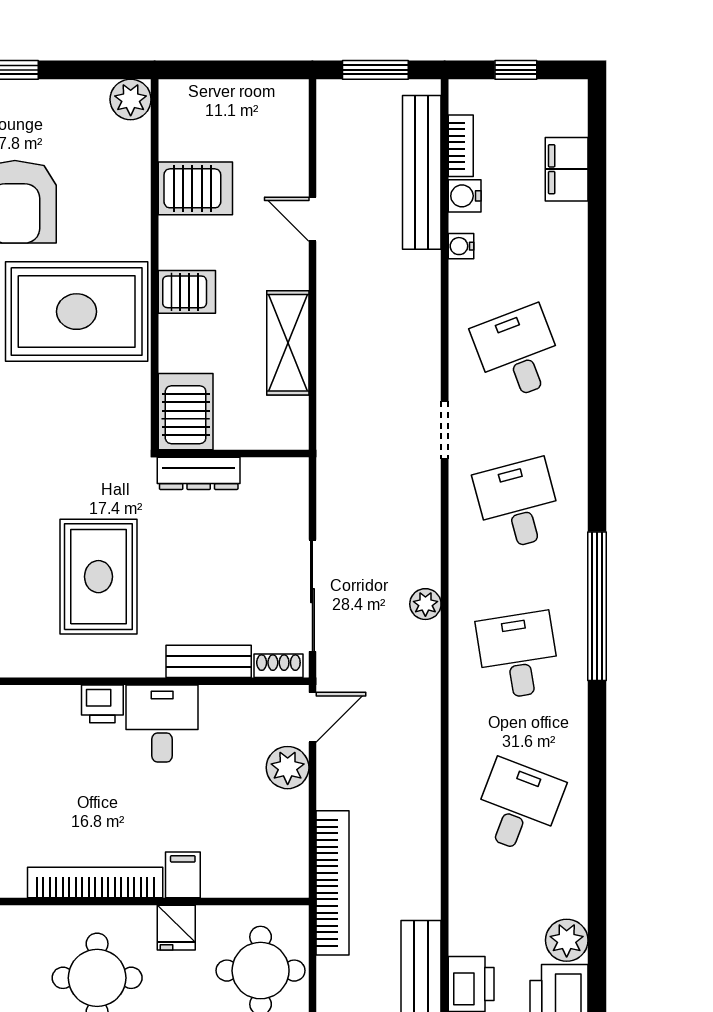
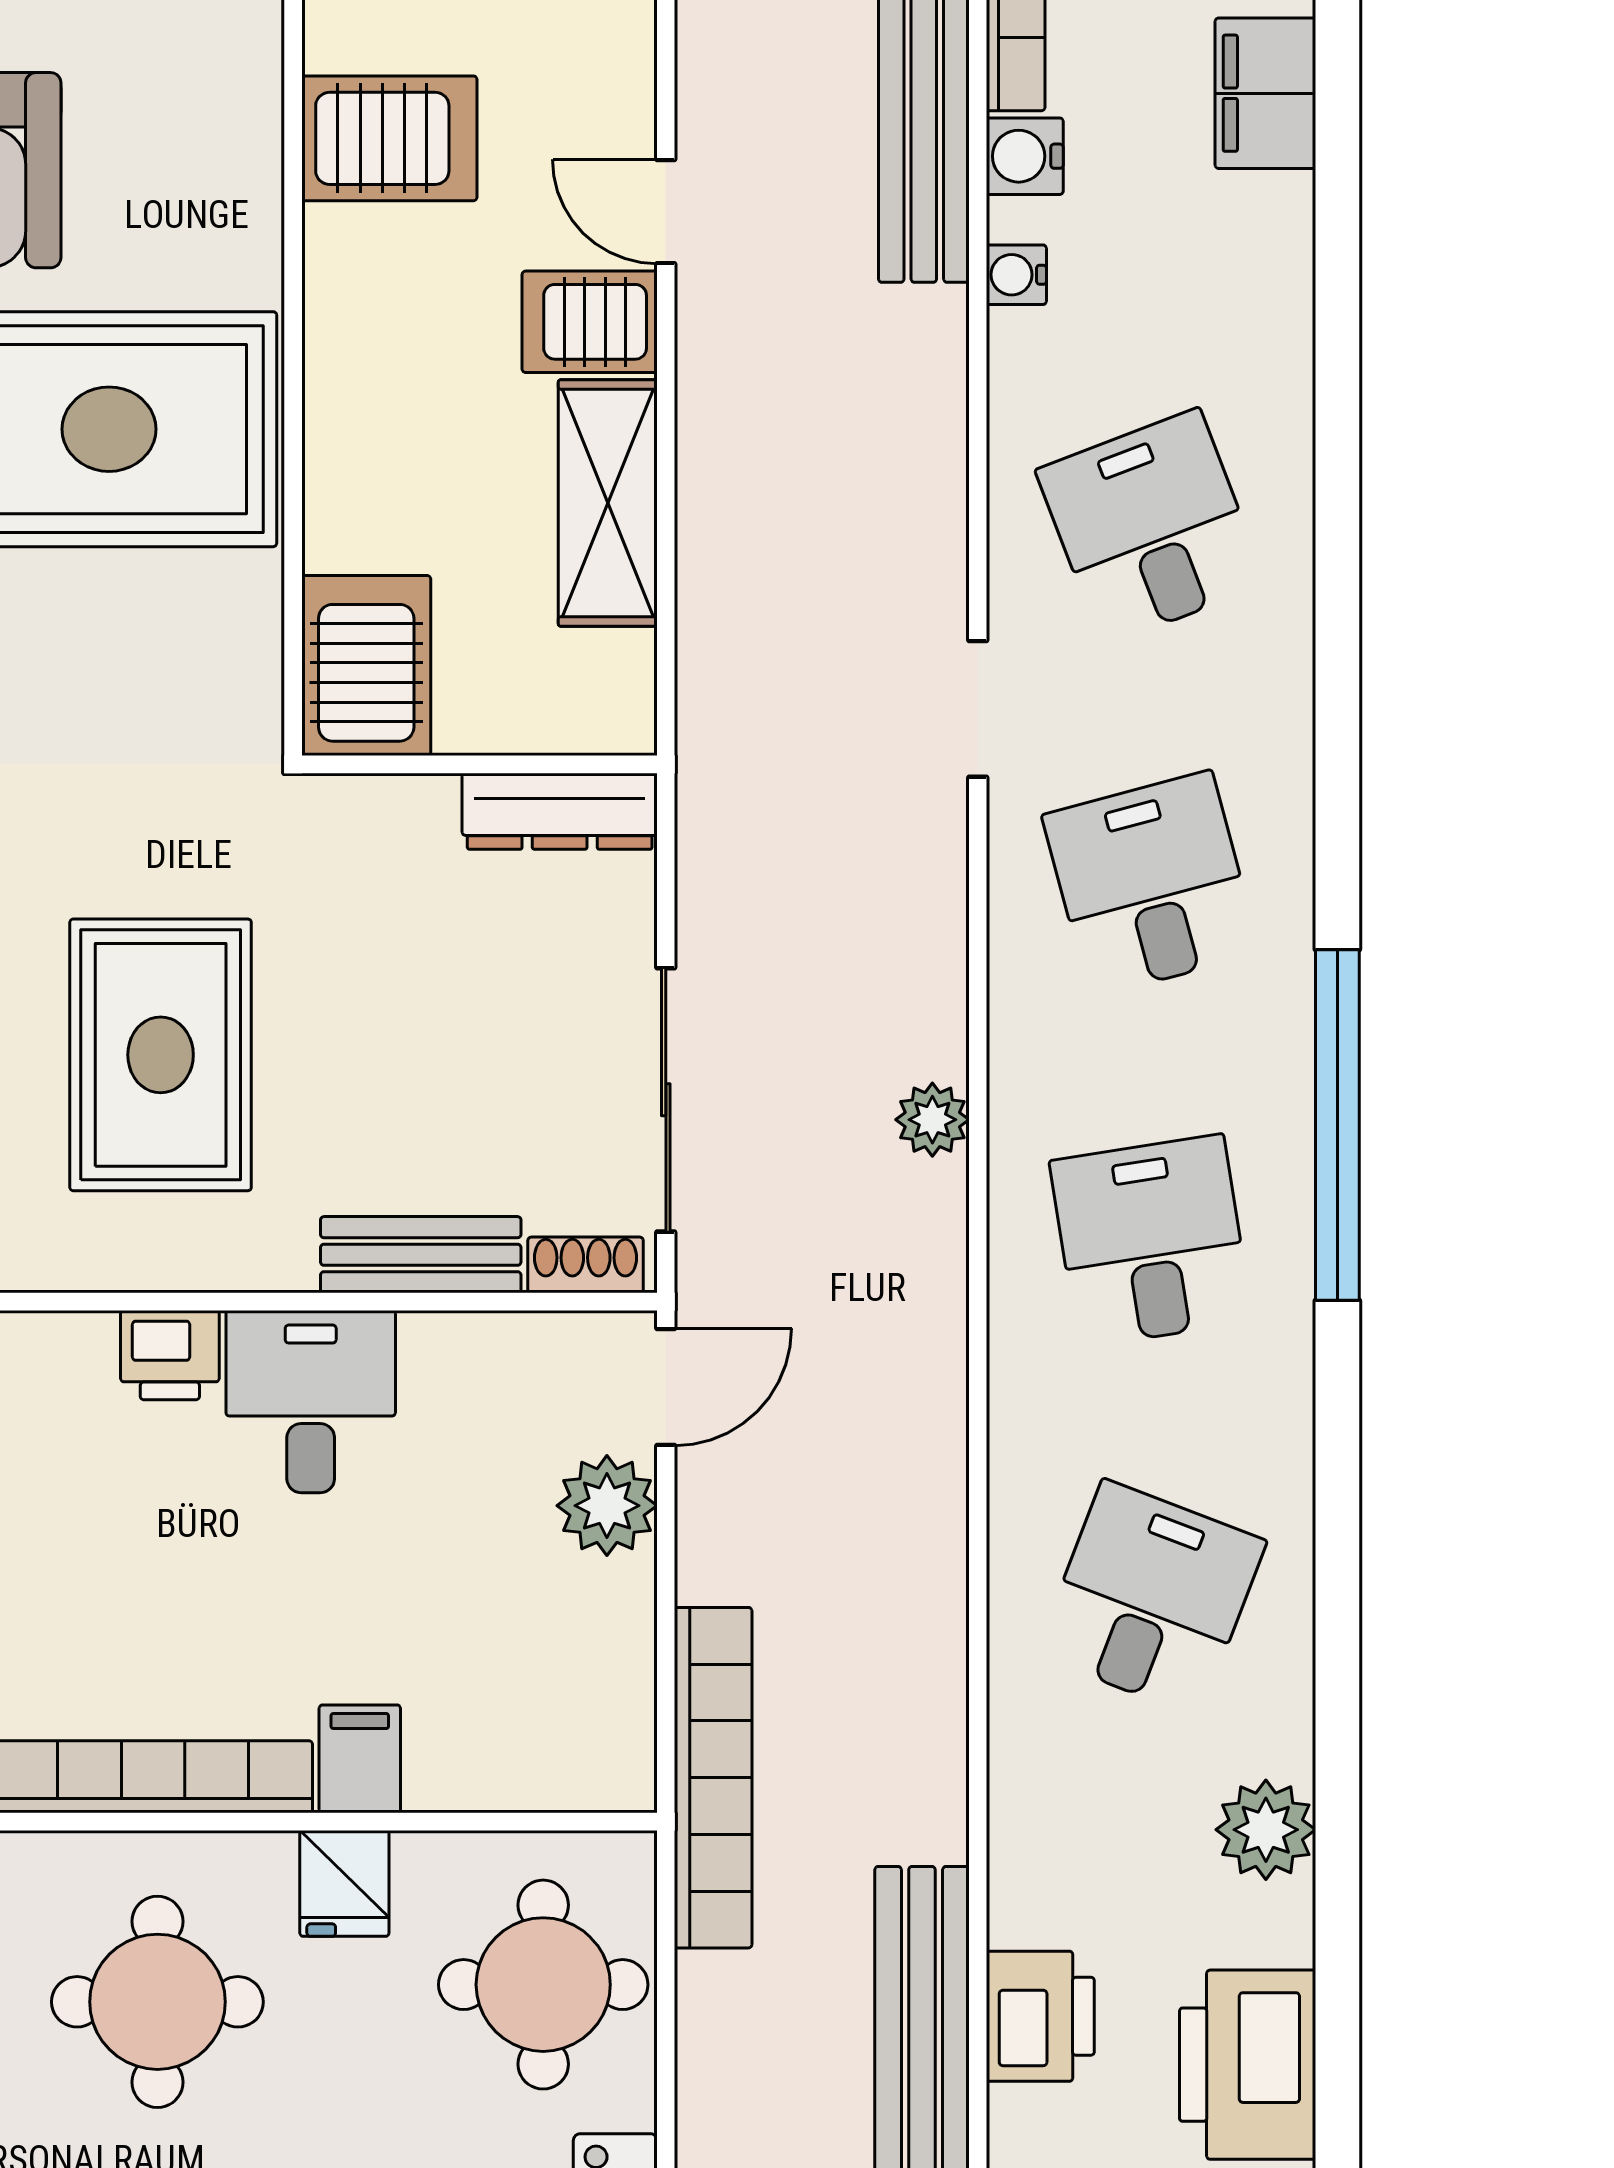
server rack: (187, 292) -> (590, 322), moved, turned 180
dresser: (199, 473) -> (560, 811), moved
plant: (567, 940) -> (1266, 1830), moved

